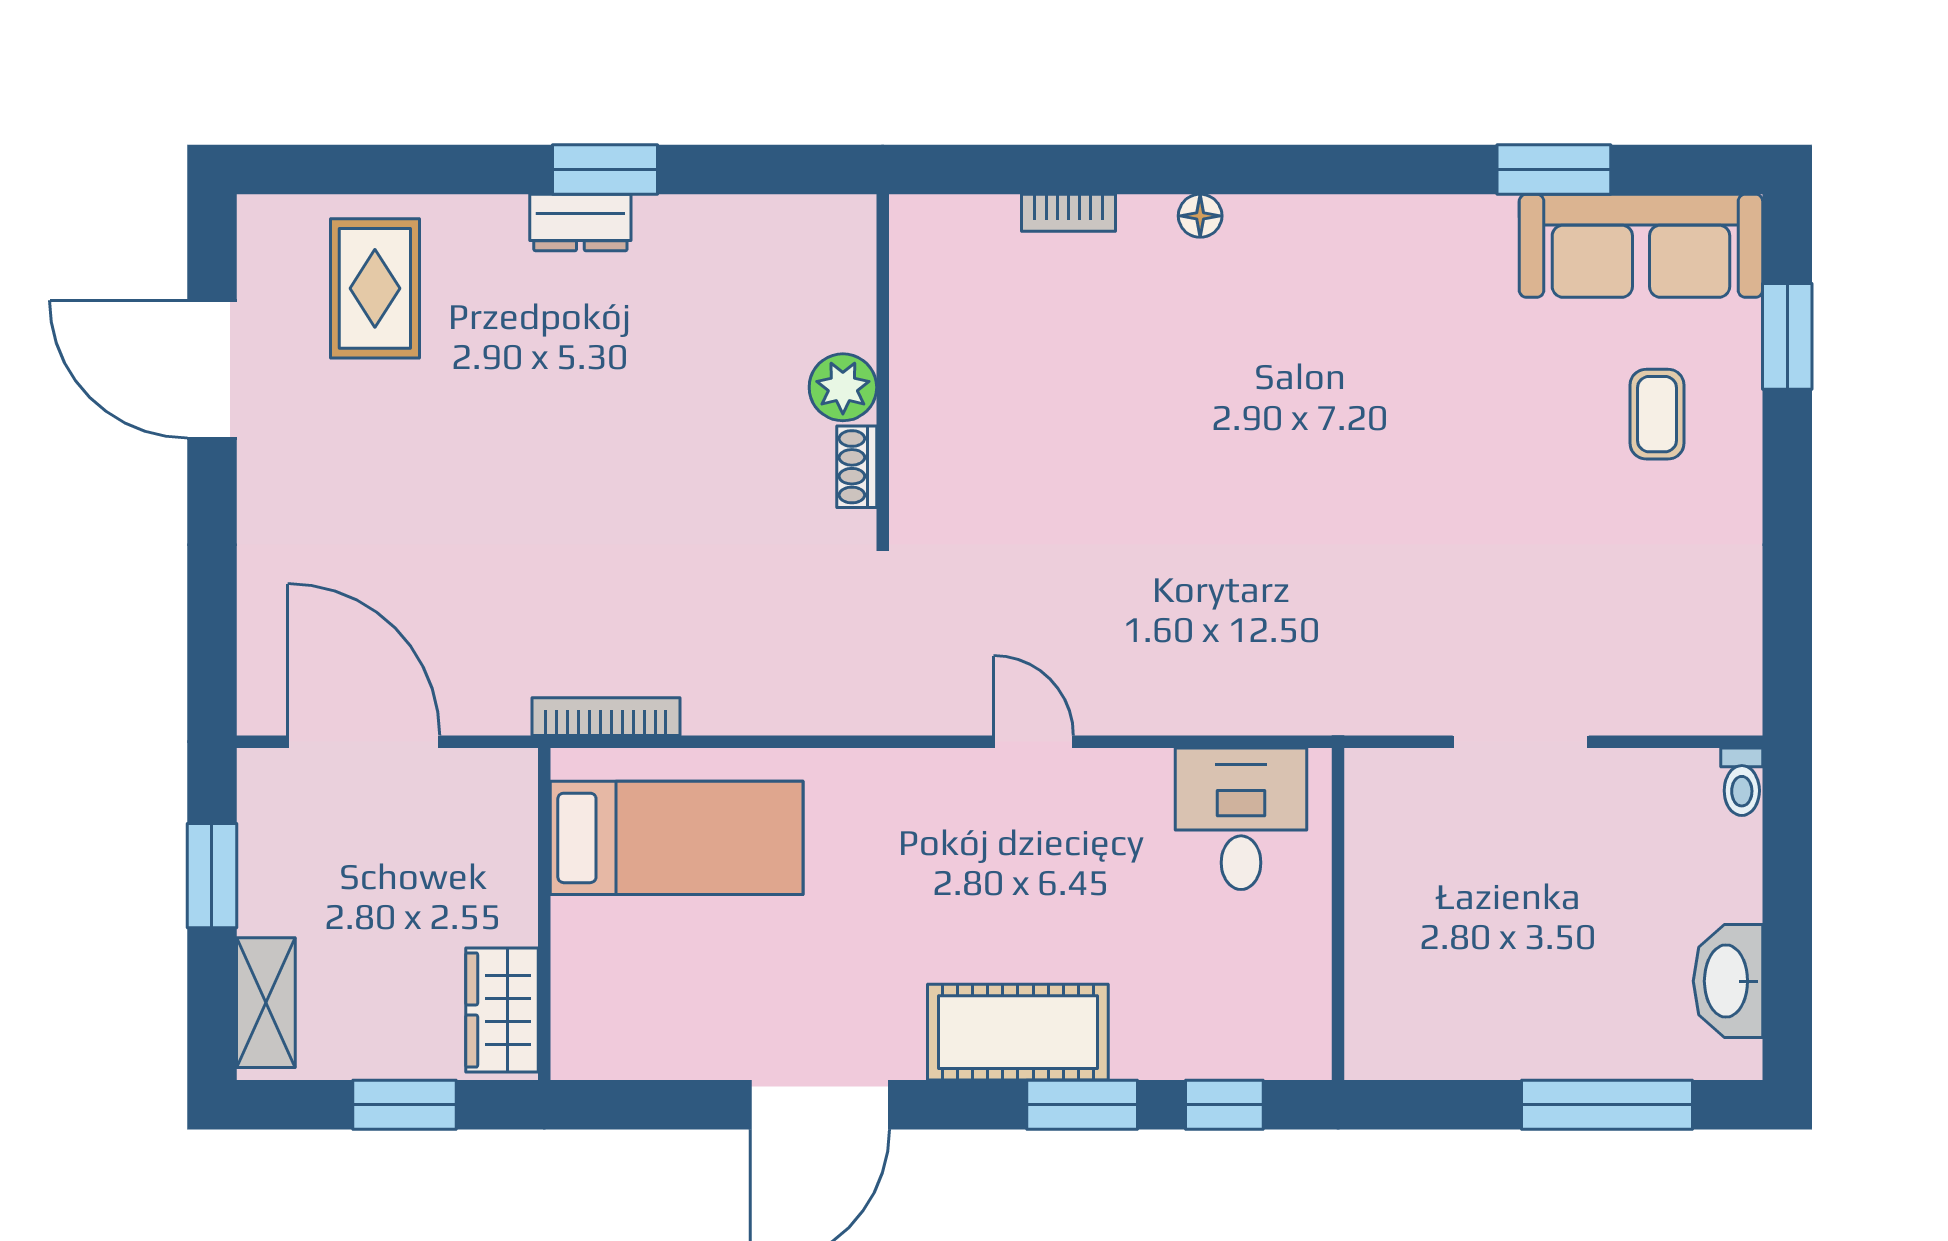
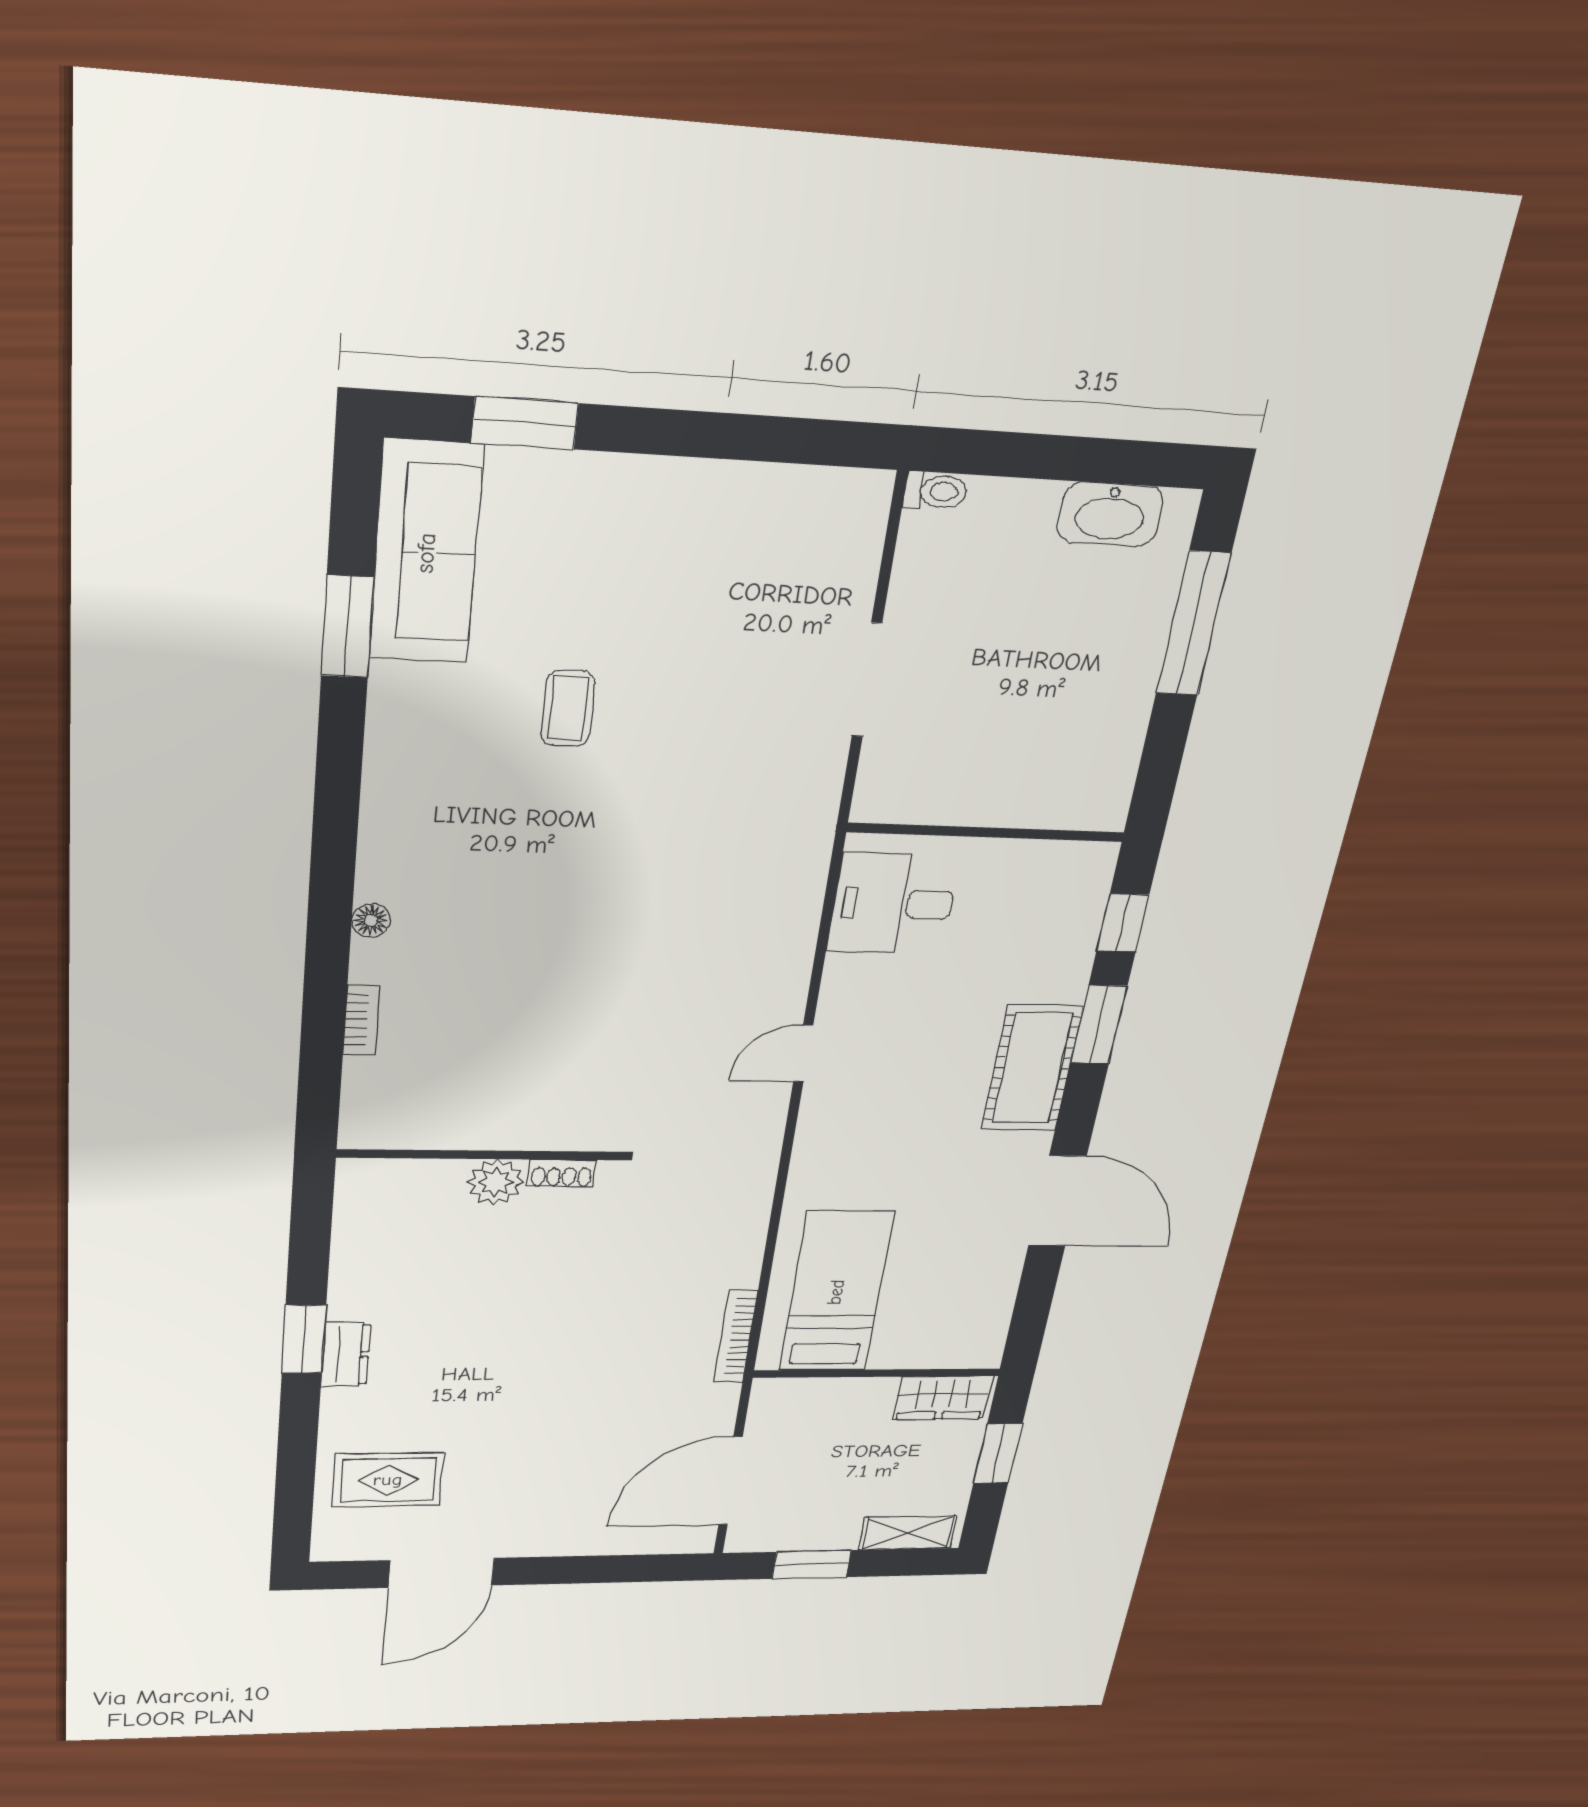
coffee table: (1657, 414) -> (568, 709), moved, turned 90

